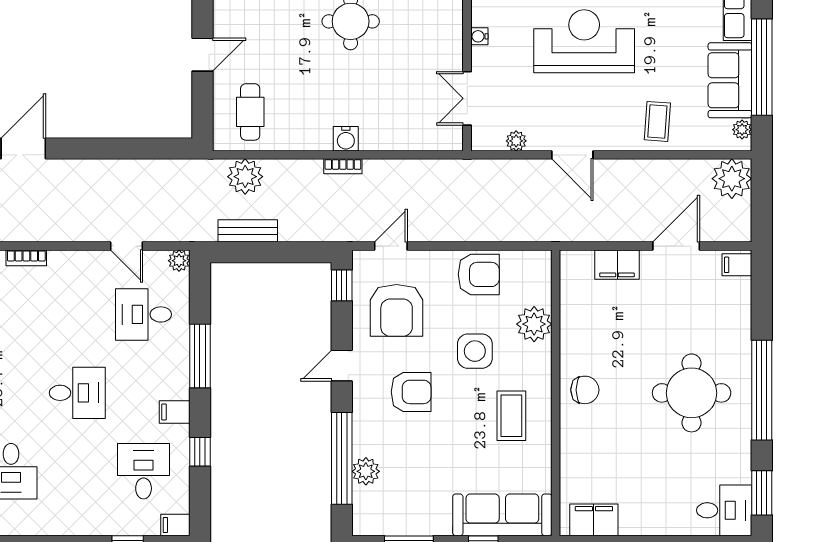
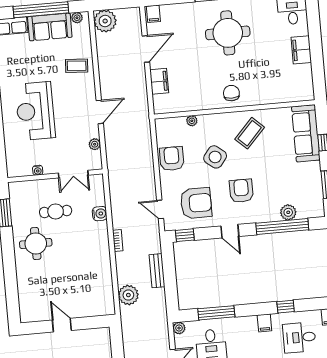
cafe table: (250, 112) -> (56, 211), moved
water cooler: (346, 139) -> (100, 214), moved
bench: (248, 231) -> (157, 271), moved
door: (676, 246) -> (146, 49), swing flipped
plant: (534, 324) -> (192, 121), width x0.53, depth x0.53
side table: (475, 351) -> (215, 157), turned 38
window: (200, 356) -> (216, 313), moved
coffee table: (511, 416) -> (250, 133), turned -47
filing cabinet: (594, 520) -> (301, 50), moved

